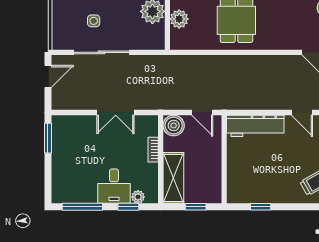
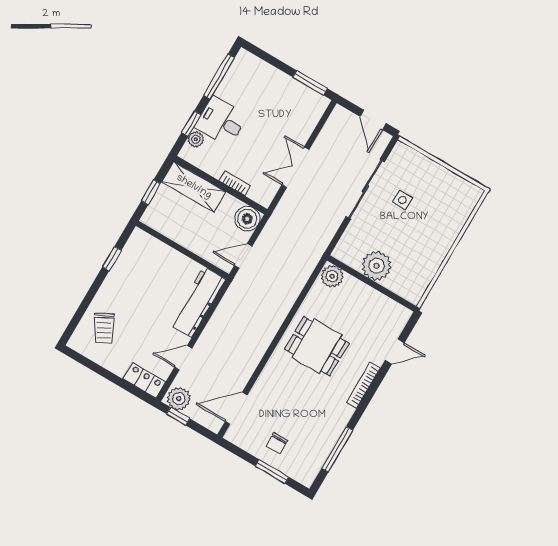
plant: (179, 19) -> (332, 276), moved

